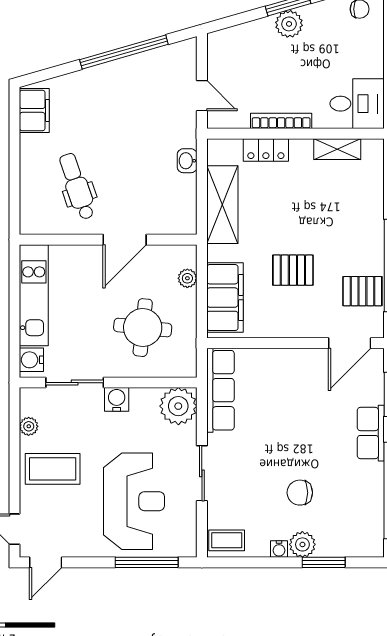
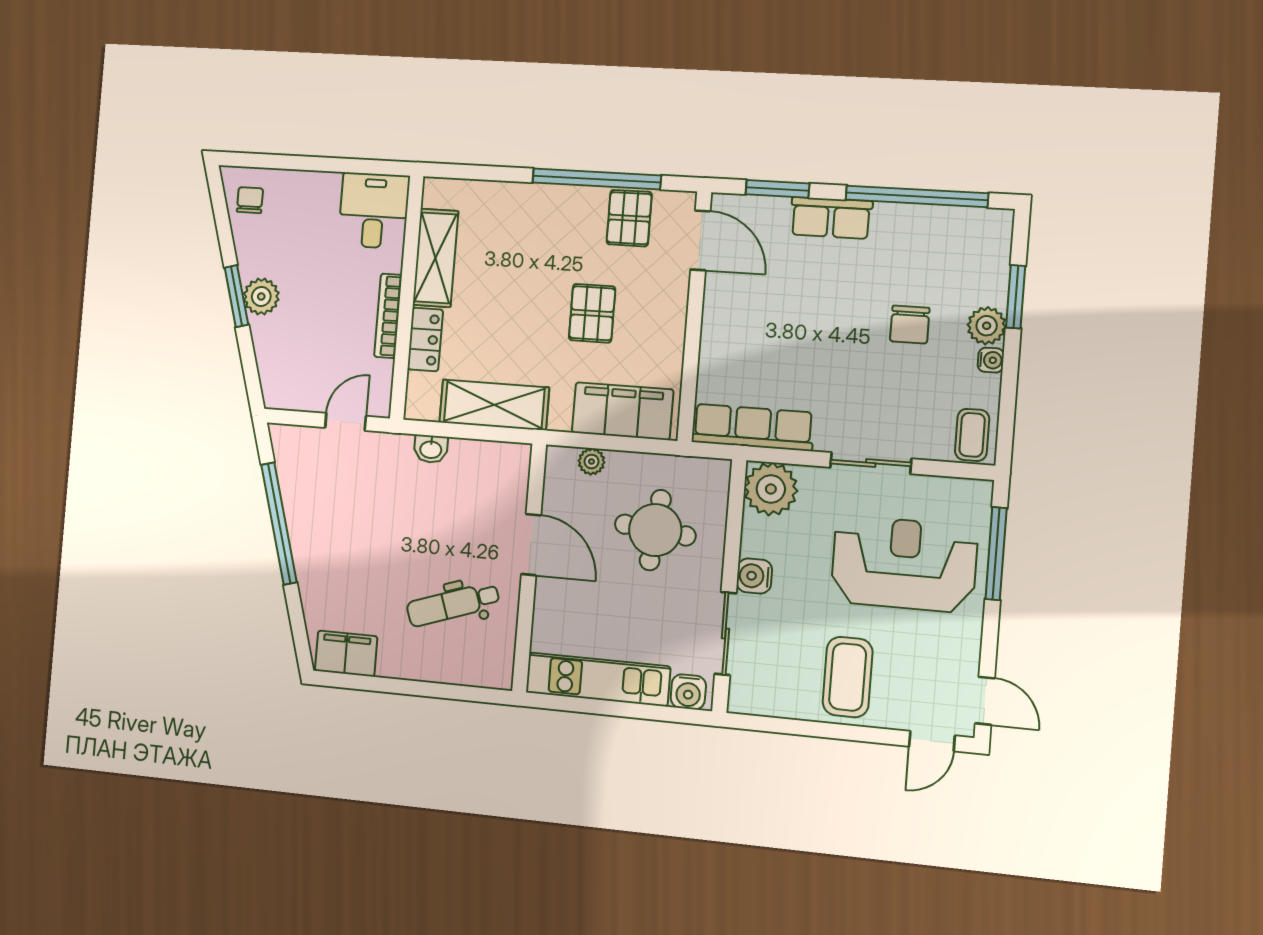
shelving: (337, 149) -> (436, 258), width x1.50, depth x1.33
plant: (29, 426) -> (783, 705), removed

